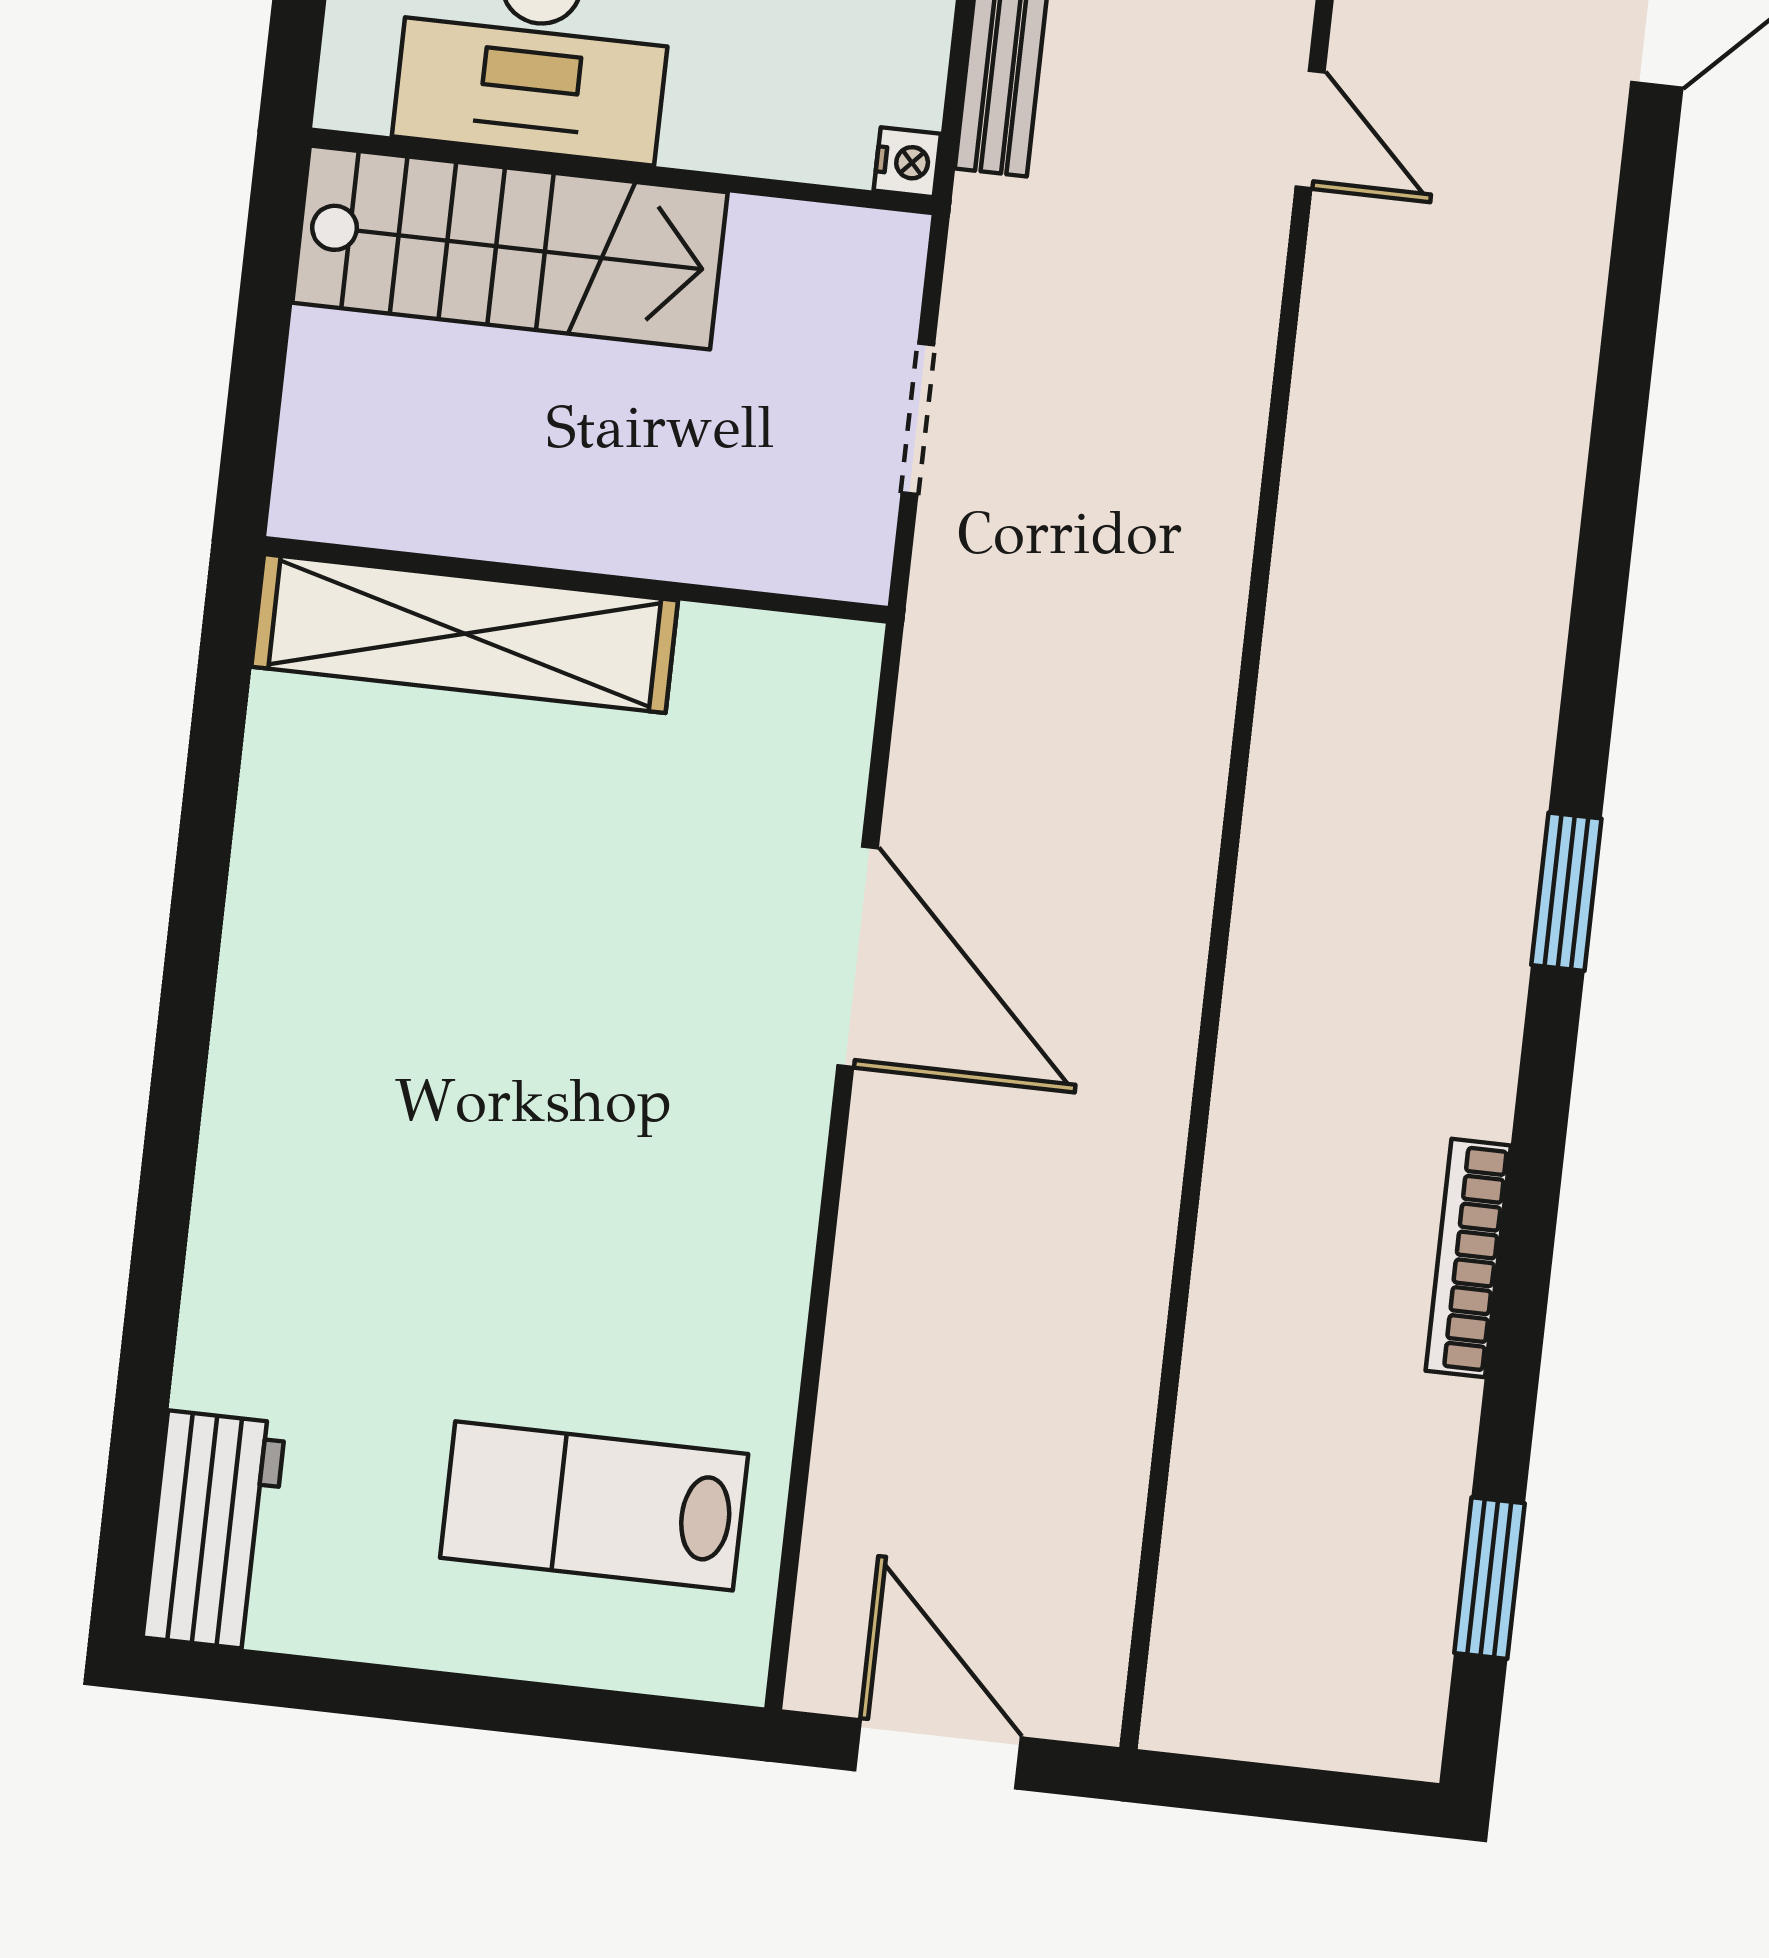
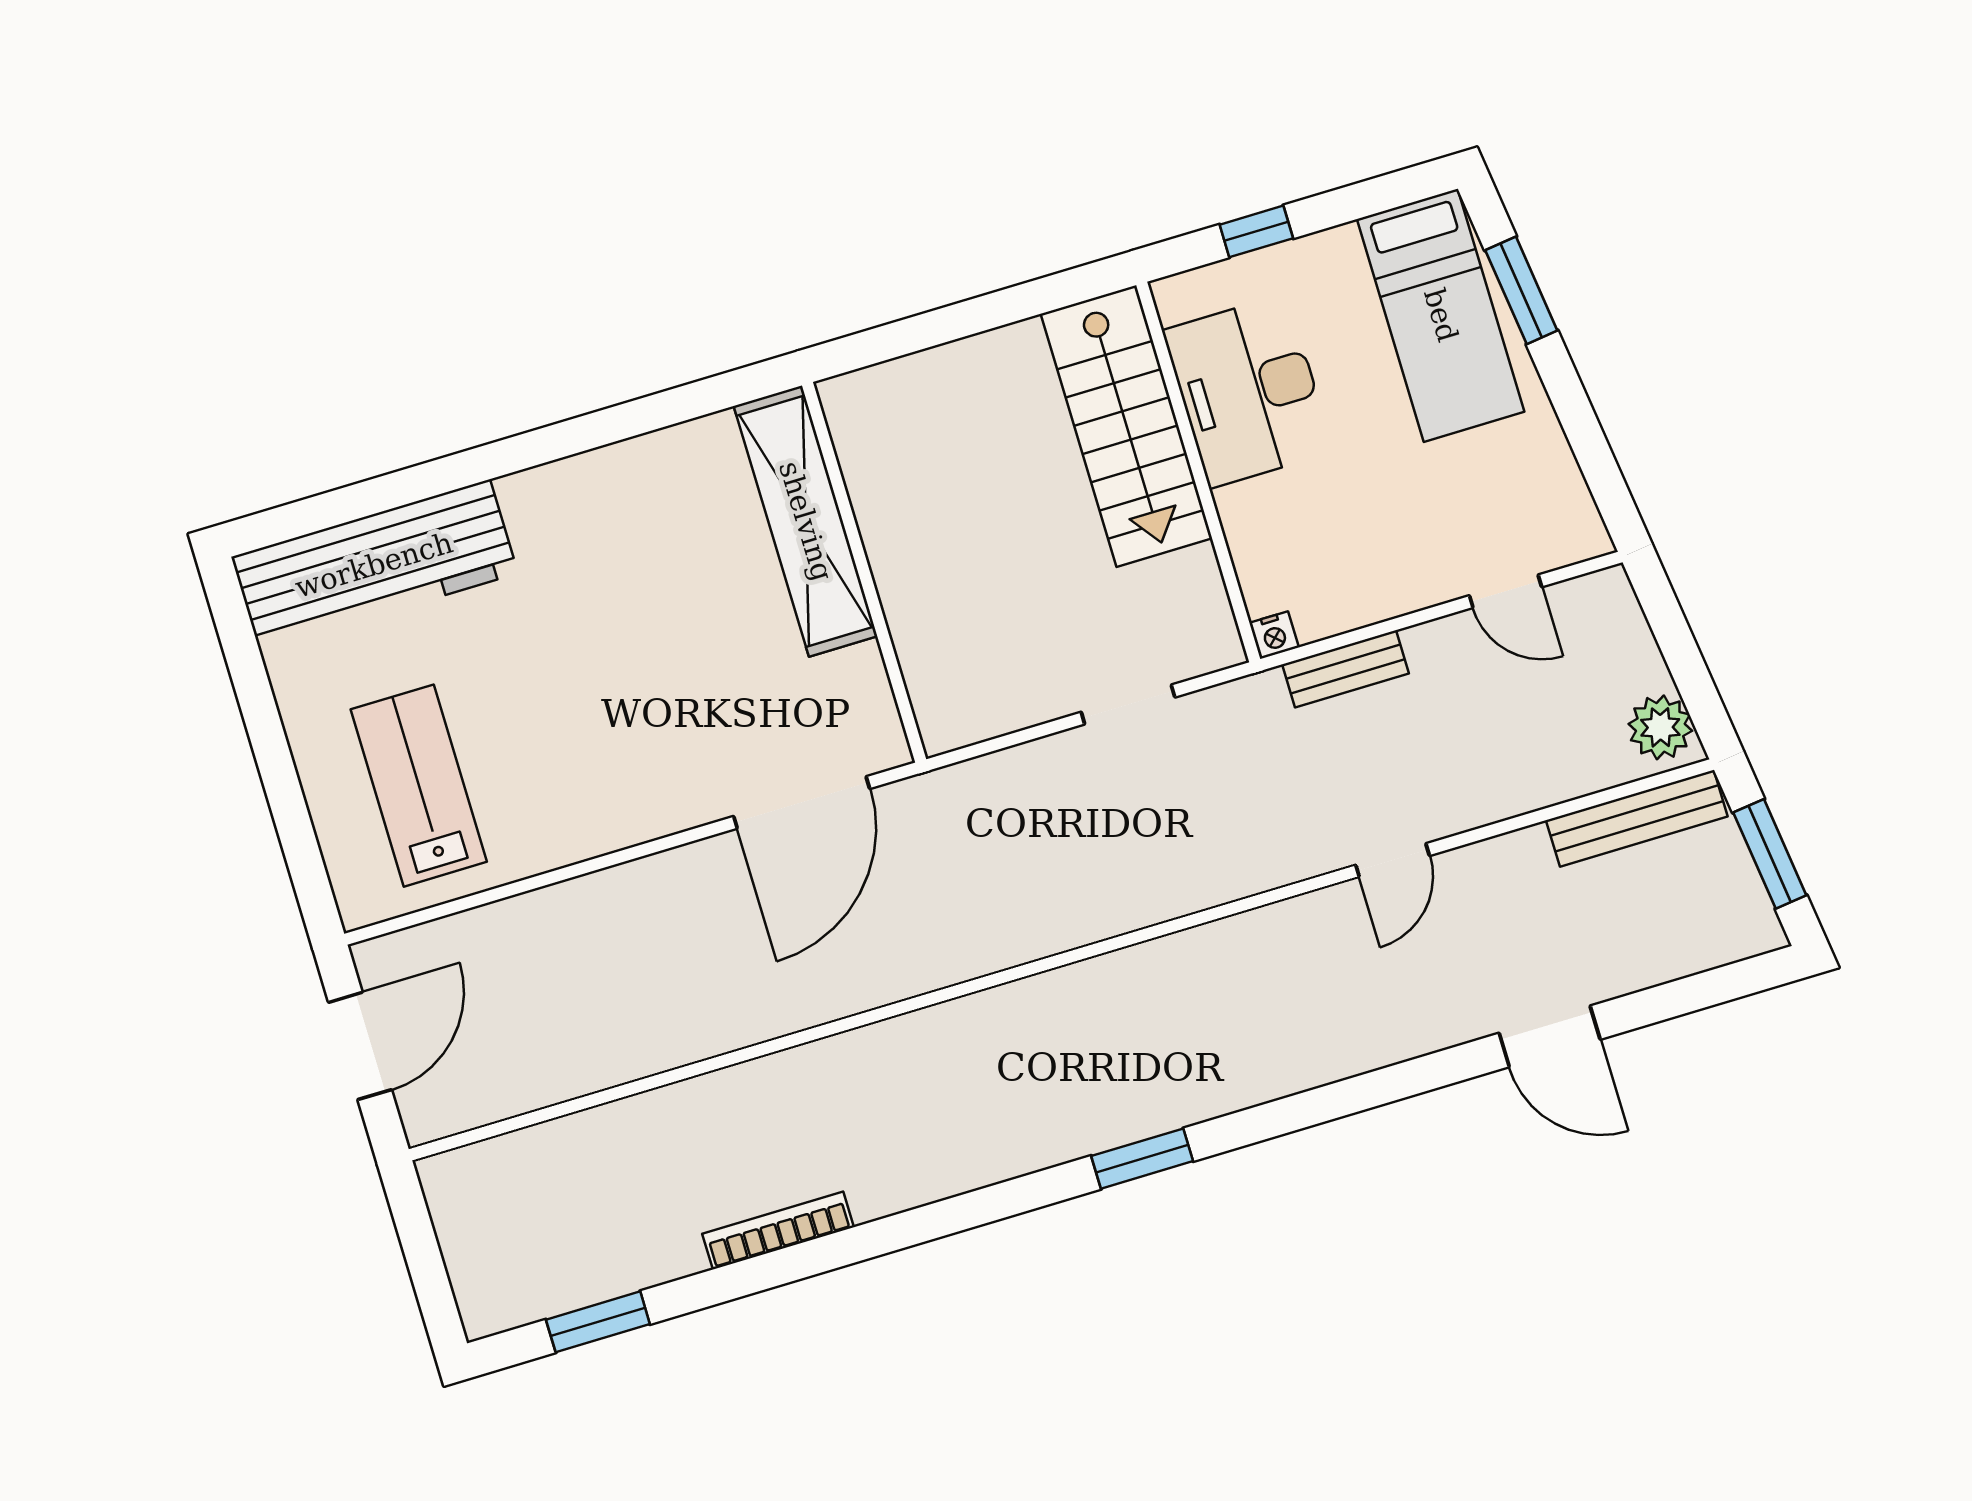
wall: (576, 580) -> (864, 572), moved
shelving: (465, 634) -> (806, 521), moved
window: (1566, 892) -> (1142, 1159), moved
workbench: (214, 1530) -> (374, 565), width x1.88, depth x1.32

